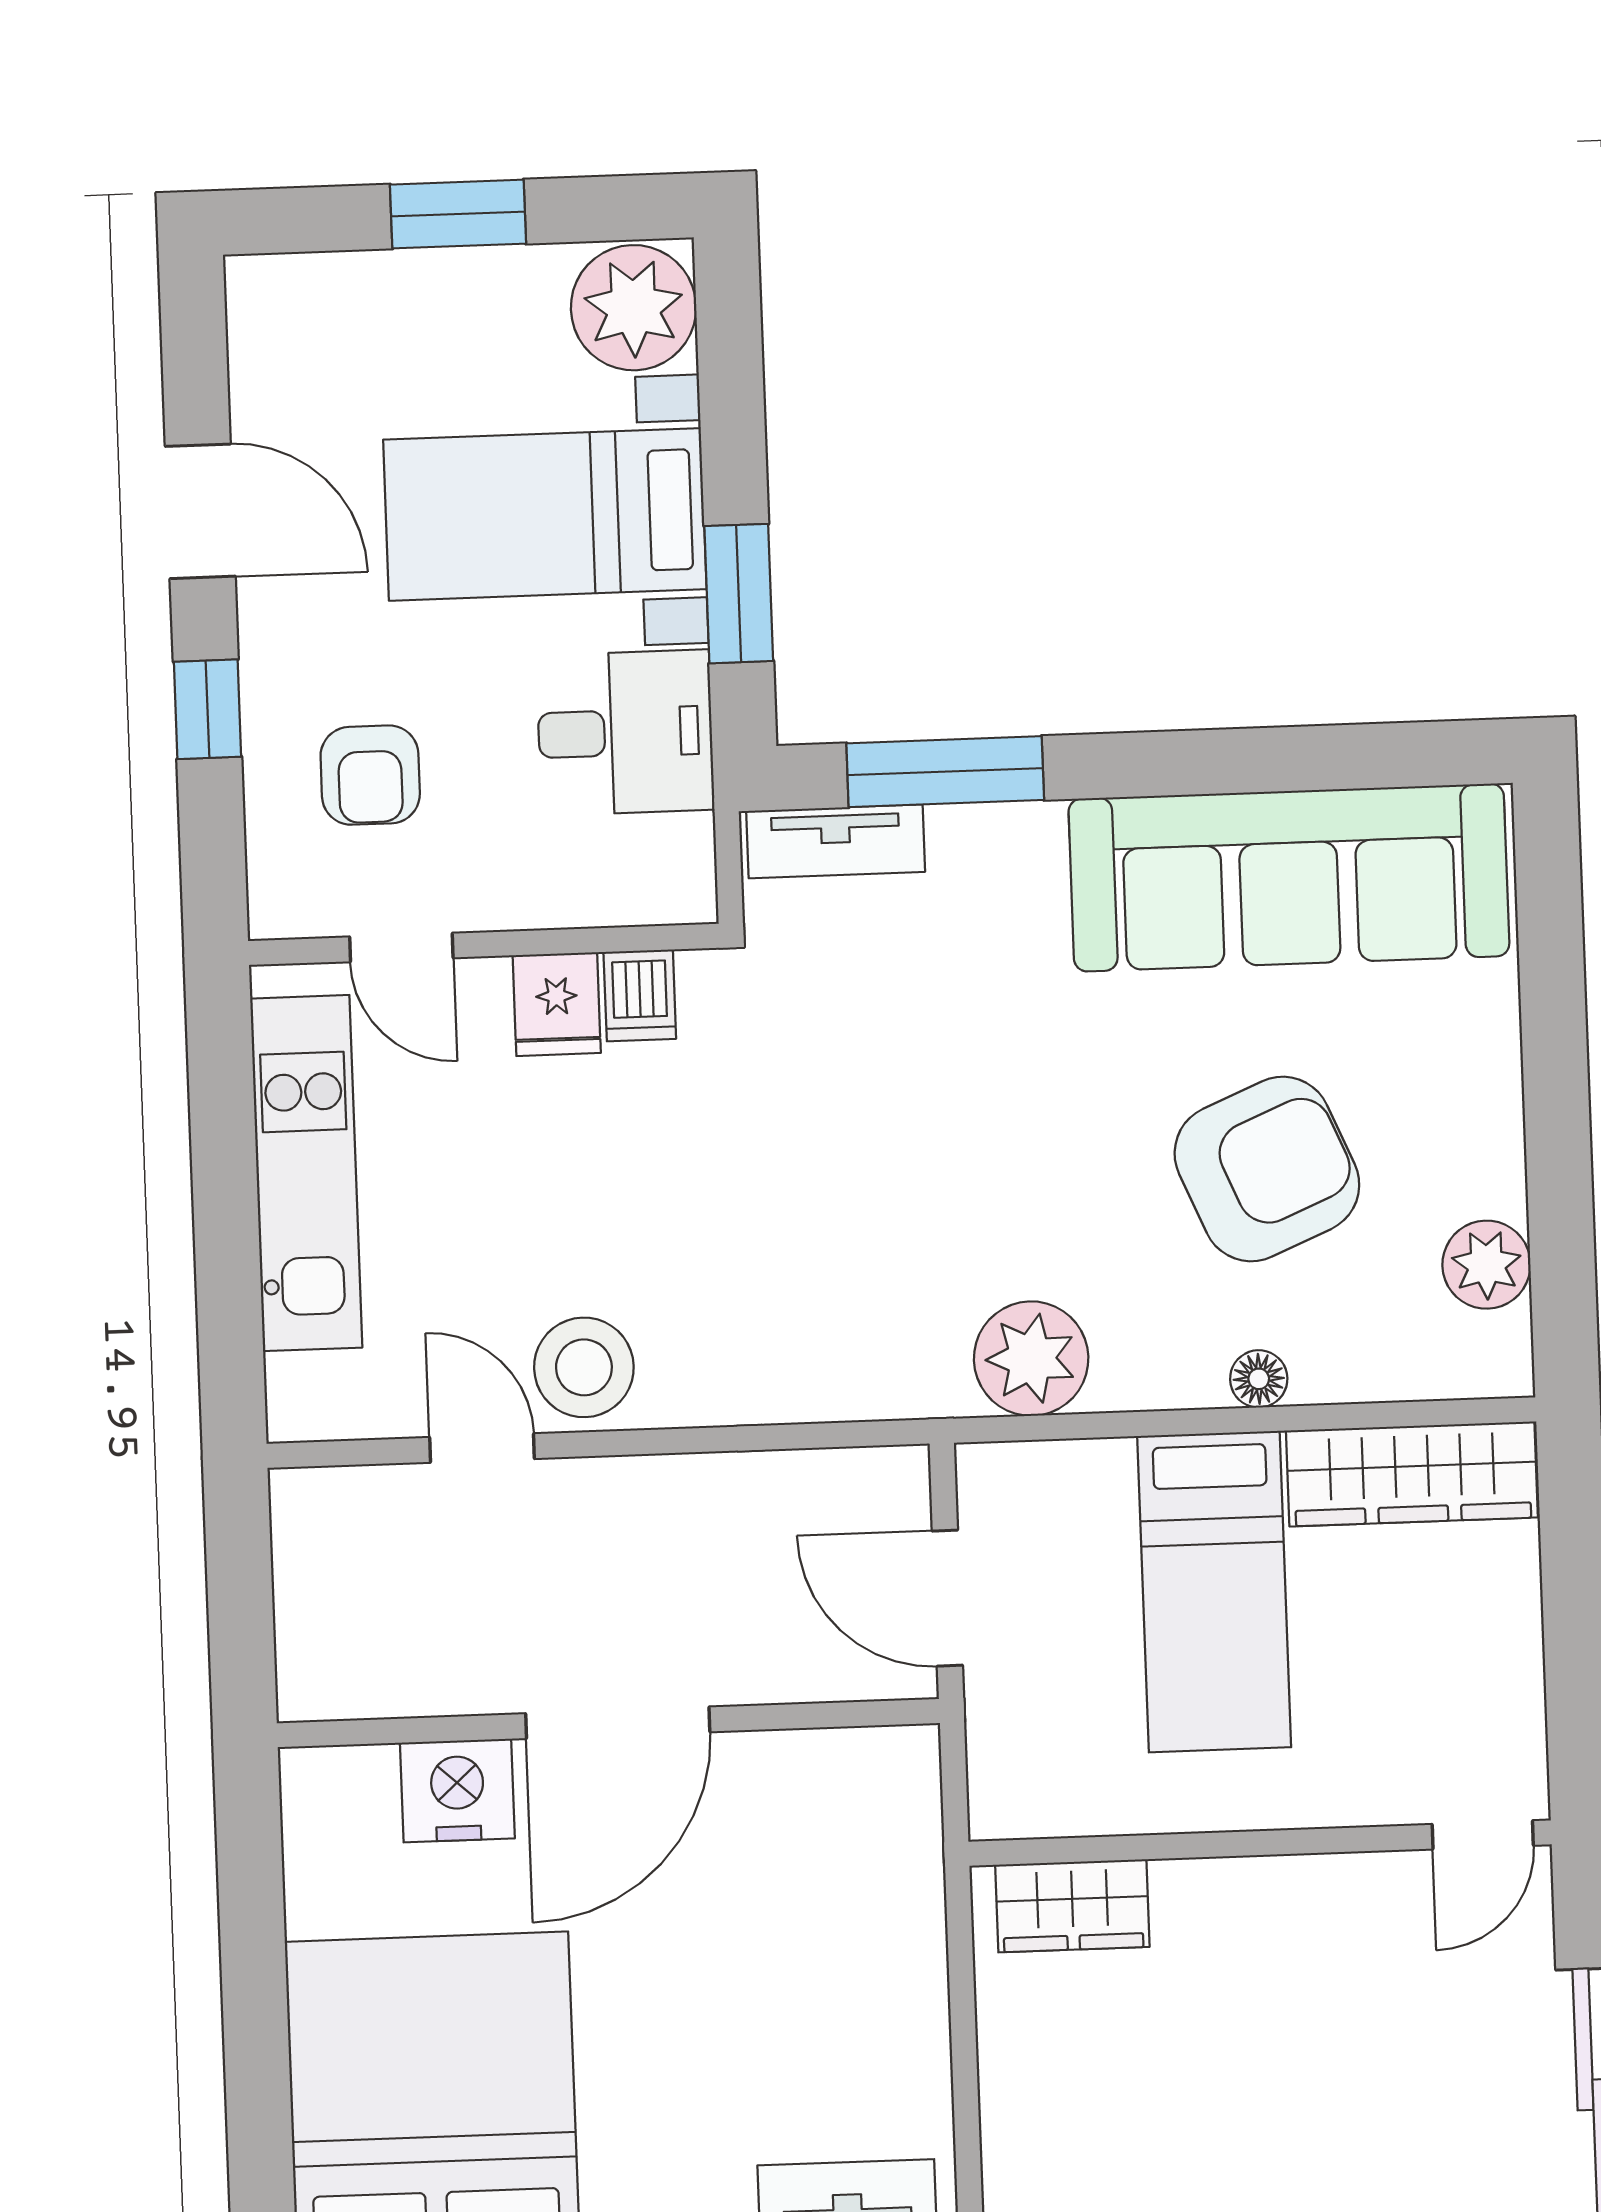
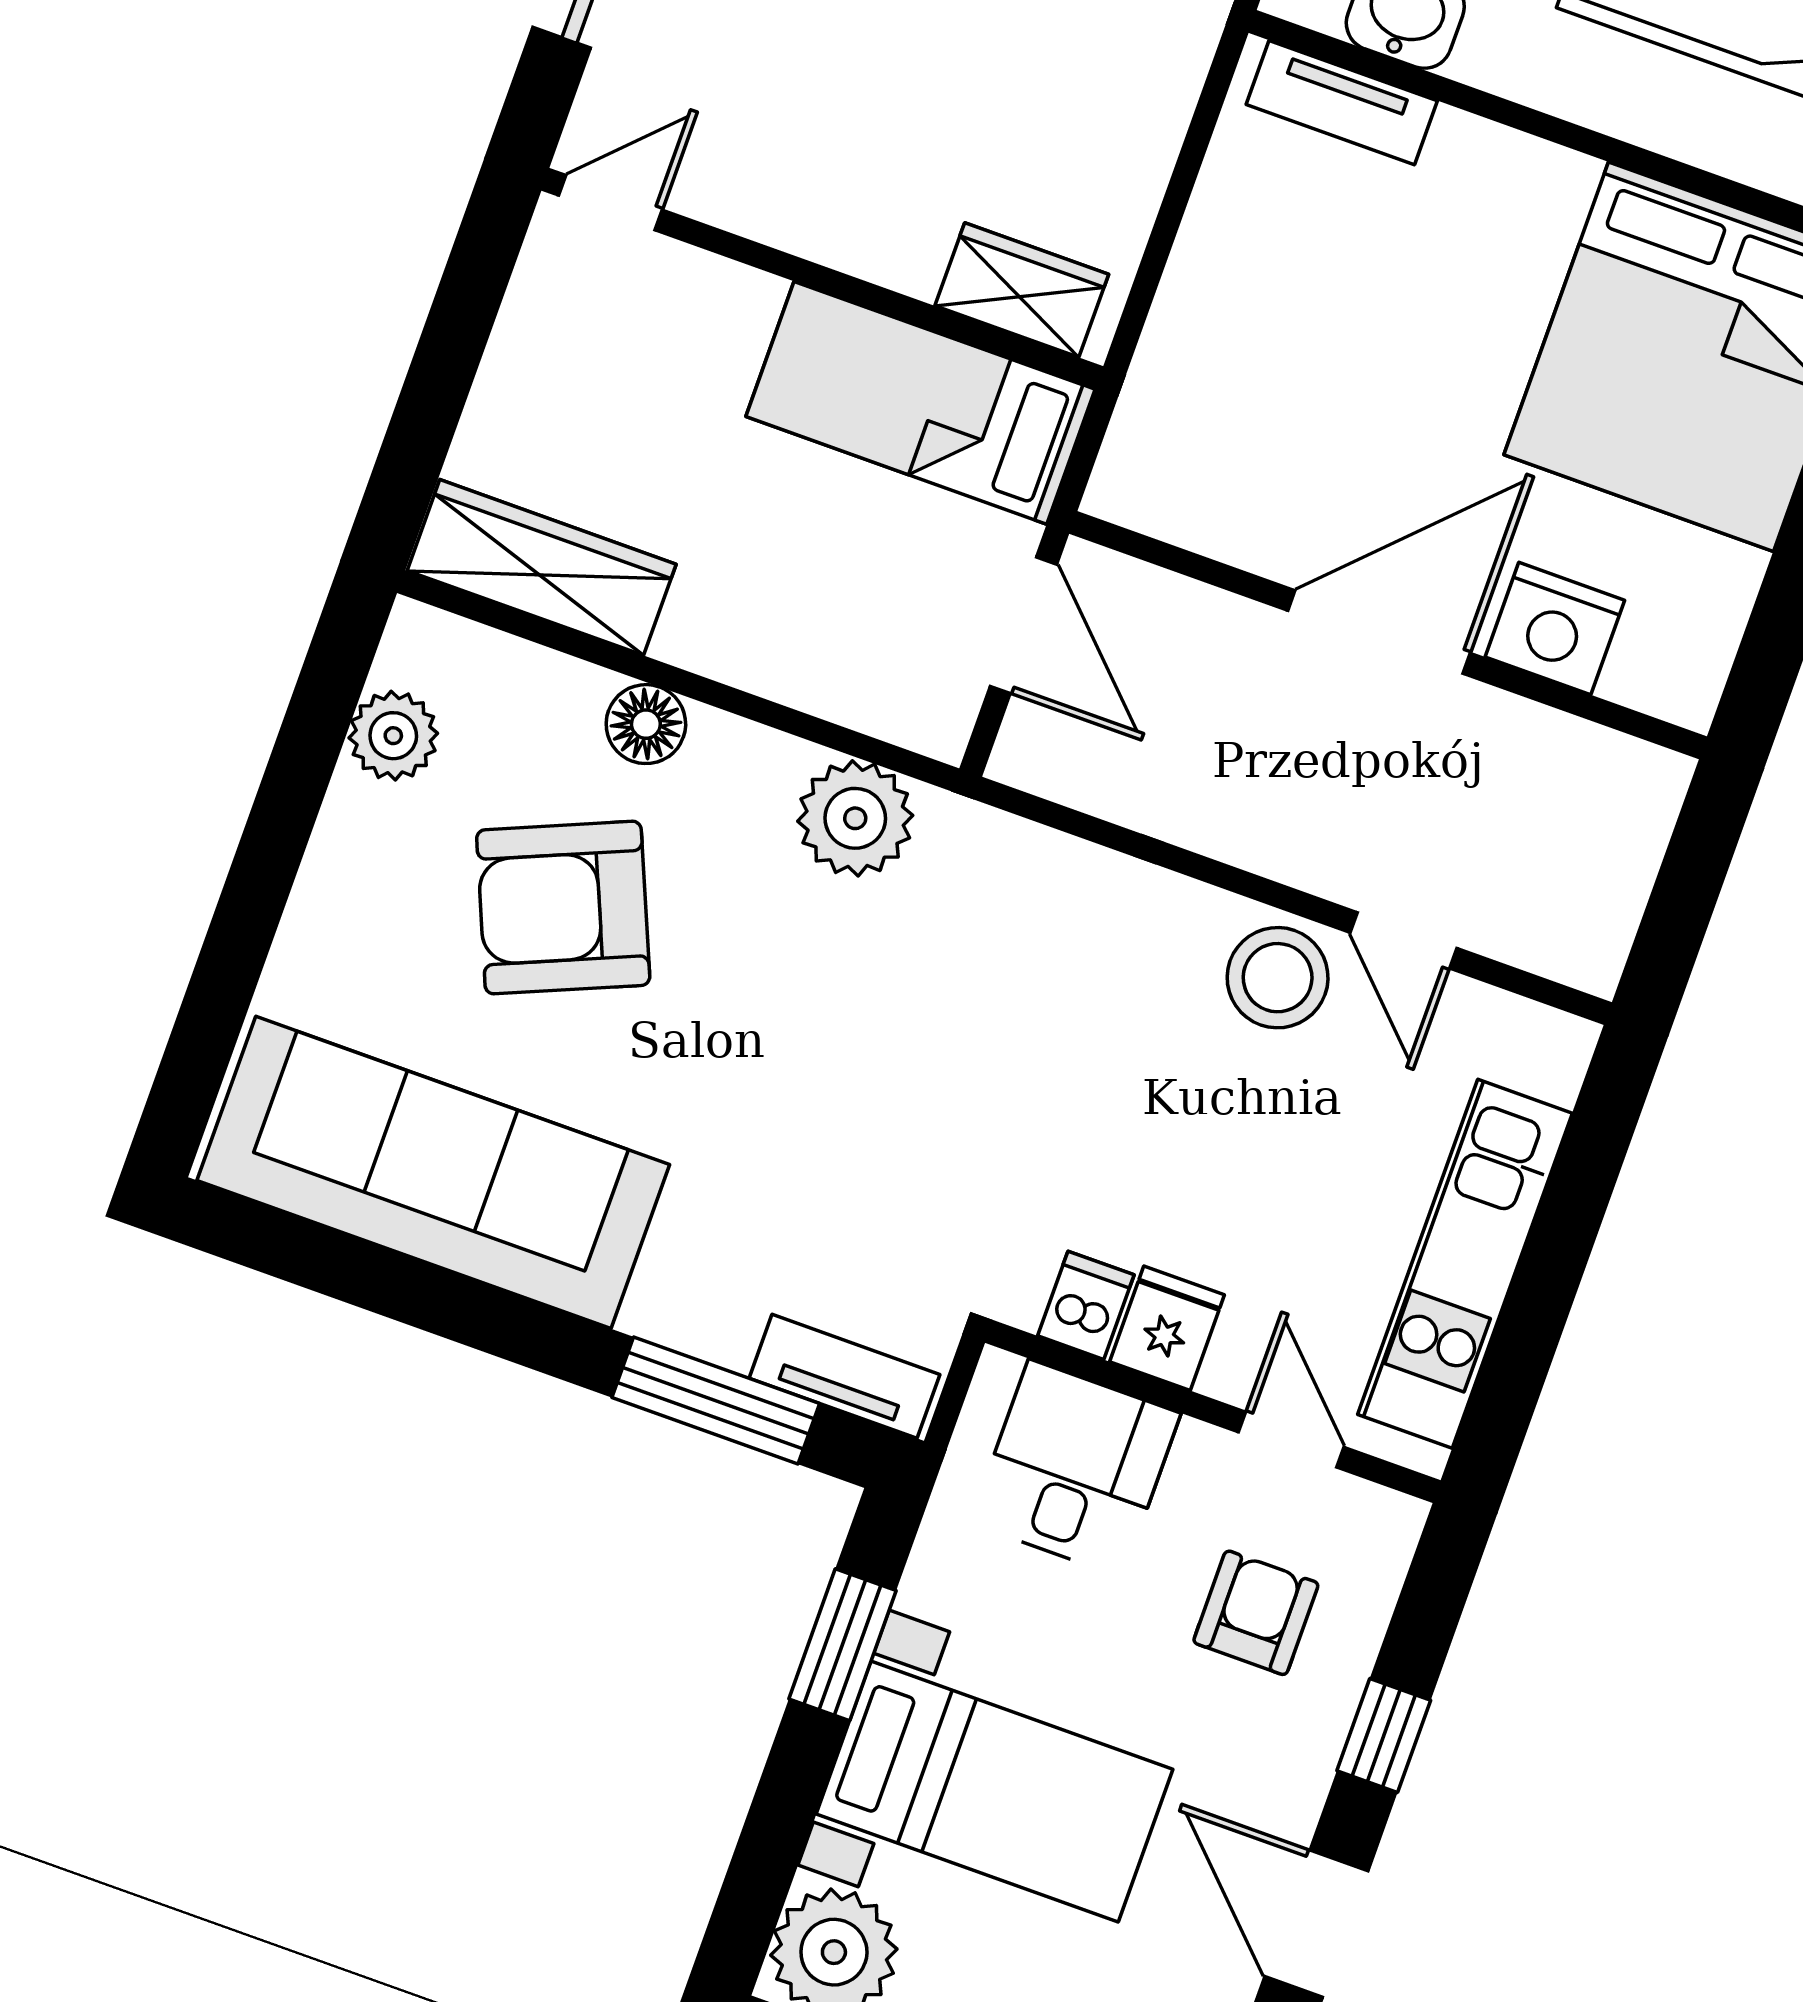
desk: (625, 733) -> (1075, 1468), moved, turned 90
floor lamp: (1259, 1379) -> (646, 724), width x1.37, depth x1.37
bed: (1214, 1592) -> (920, 403), moved, turned -90

